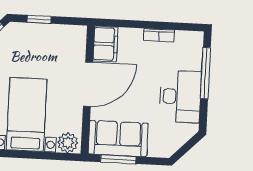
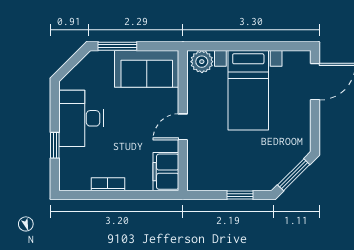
window: (206, 73) -> (55, 145), width x0.46
door: (88, 84) -> (183, 127), width x0.53
window: (118, 159) -> (117, 46), moved

